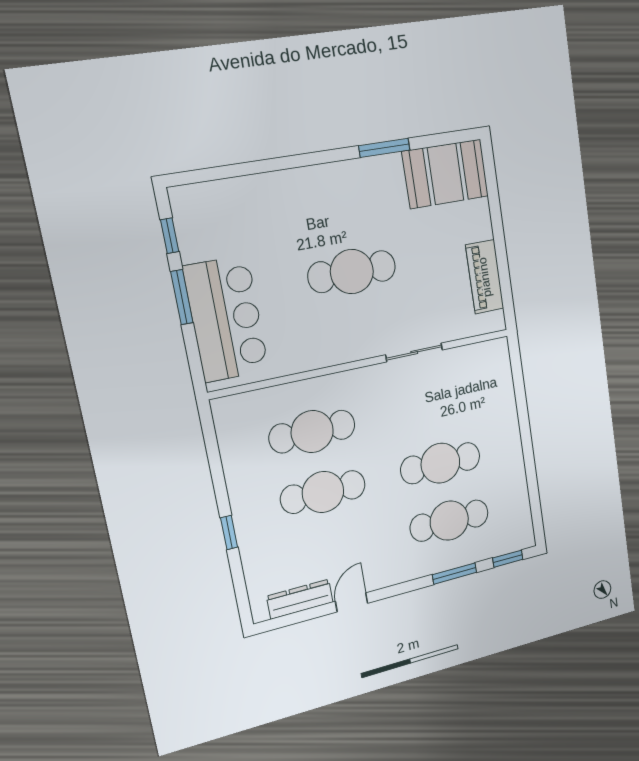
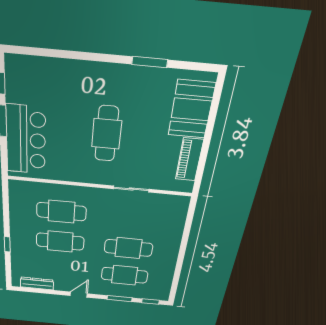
booth: (446, 174) -> (191, 109), moved, turned 90
cafe table: (352, 272) -> (107, 134), turned 90
door: (352, 602) -> (79, 295), moved

